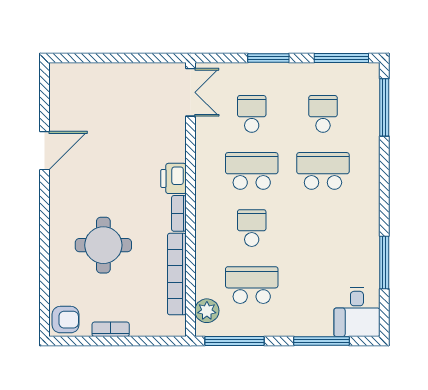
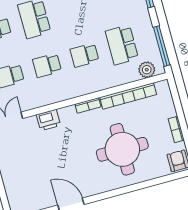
school desk: (252, 171) -> (47, 65), width x0.54
printer: (174, 178) -> (48, 120), moved
round table: (103, 245) -> (122, 149), width x1.36, depth x1.36

